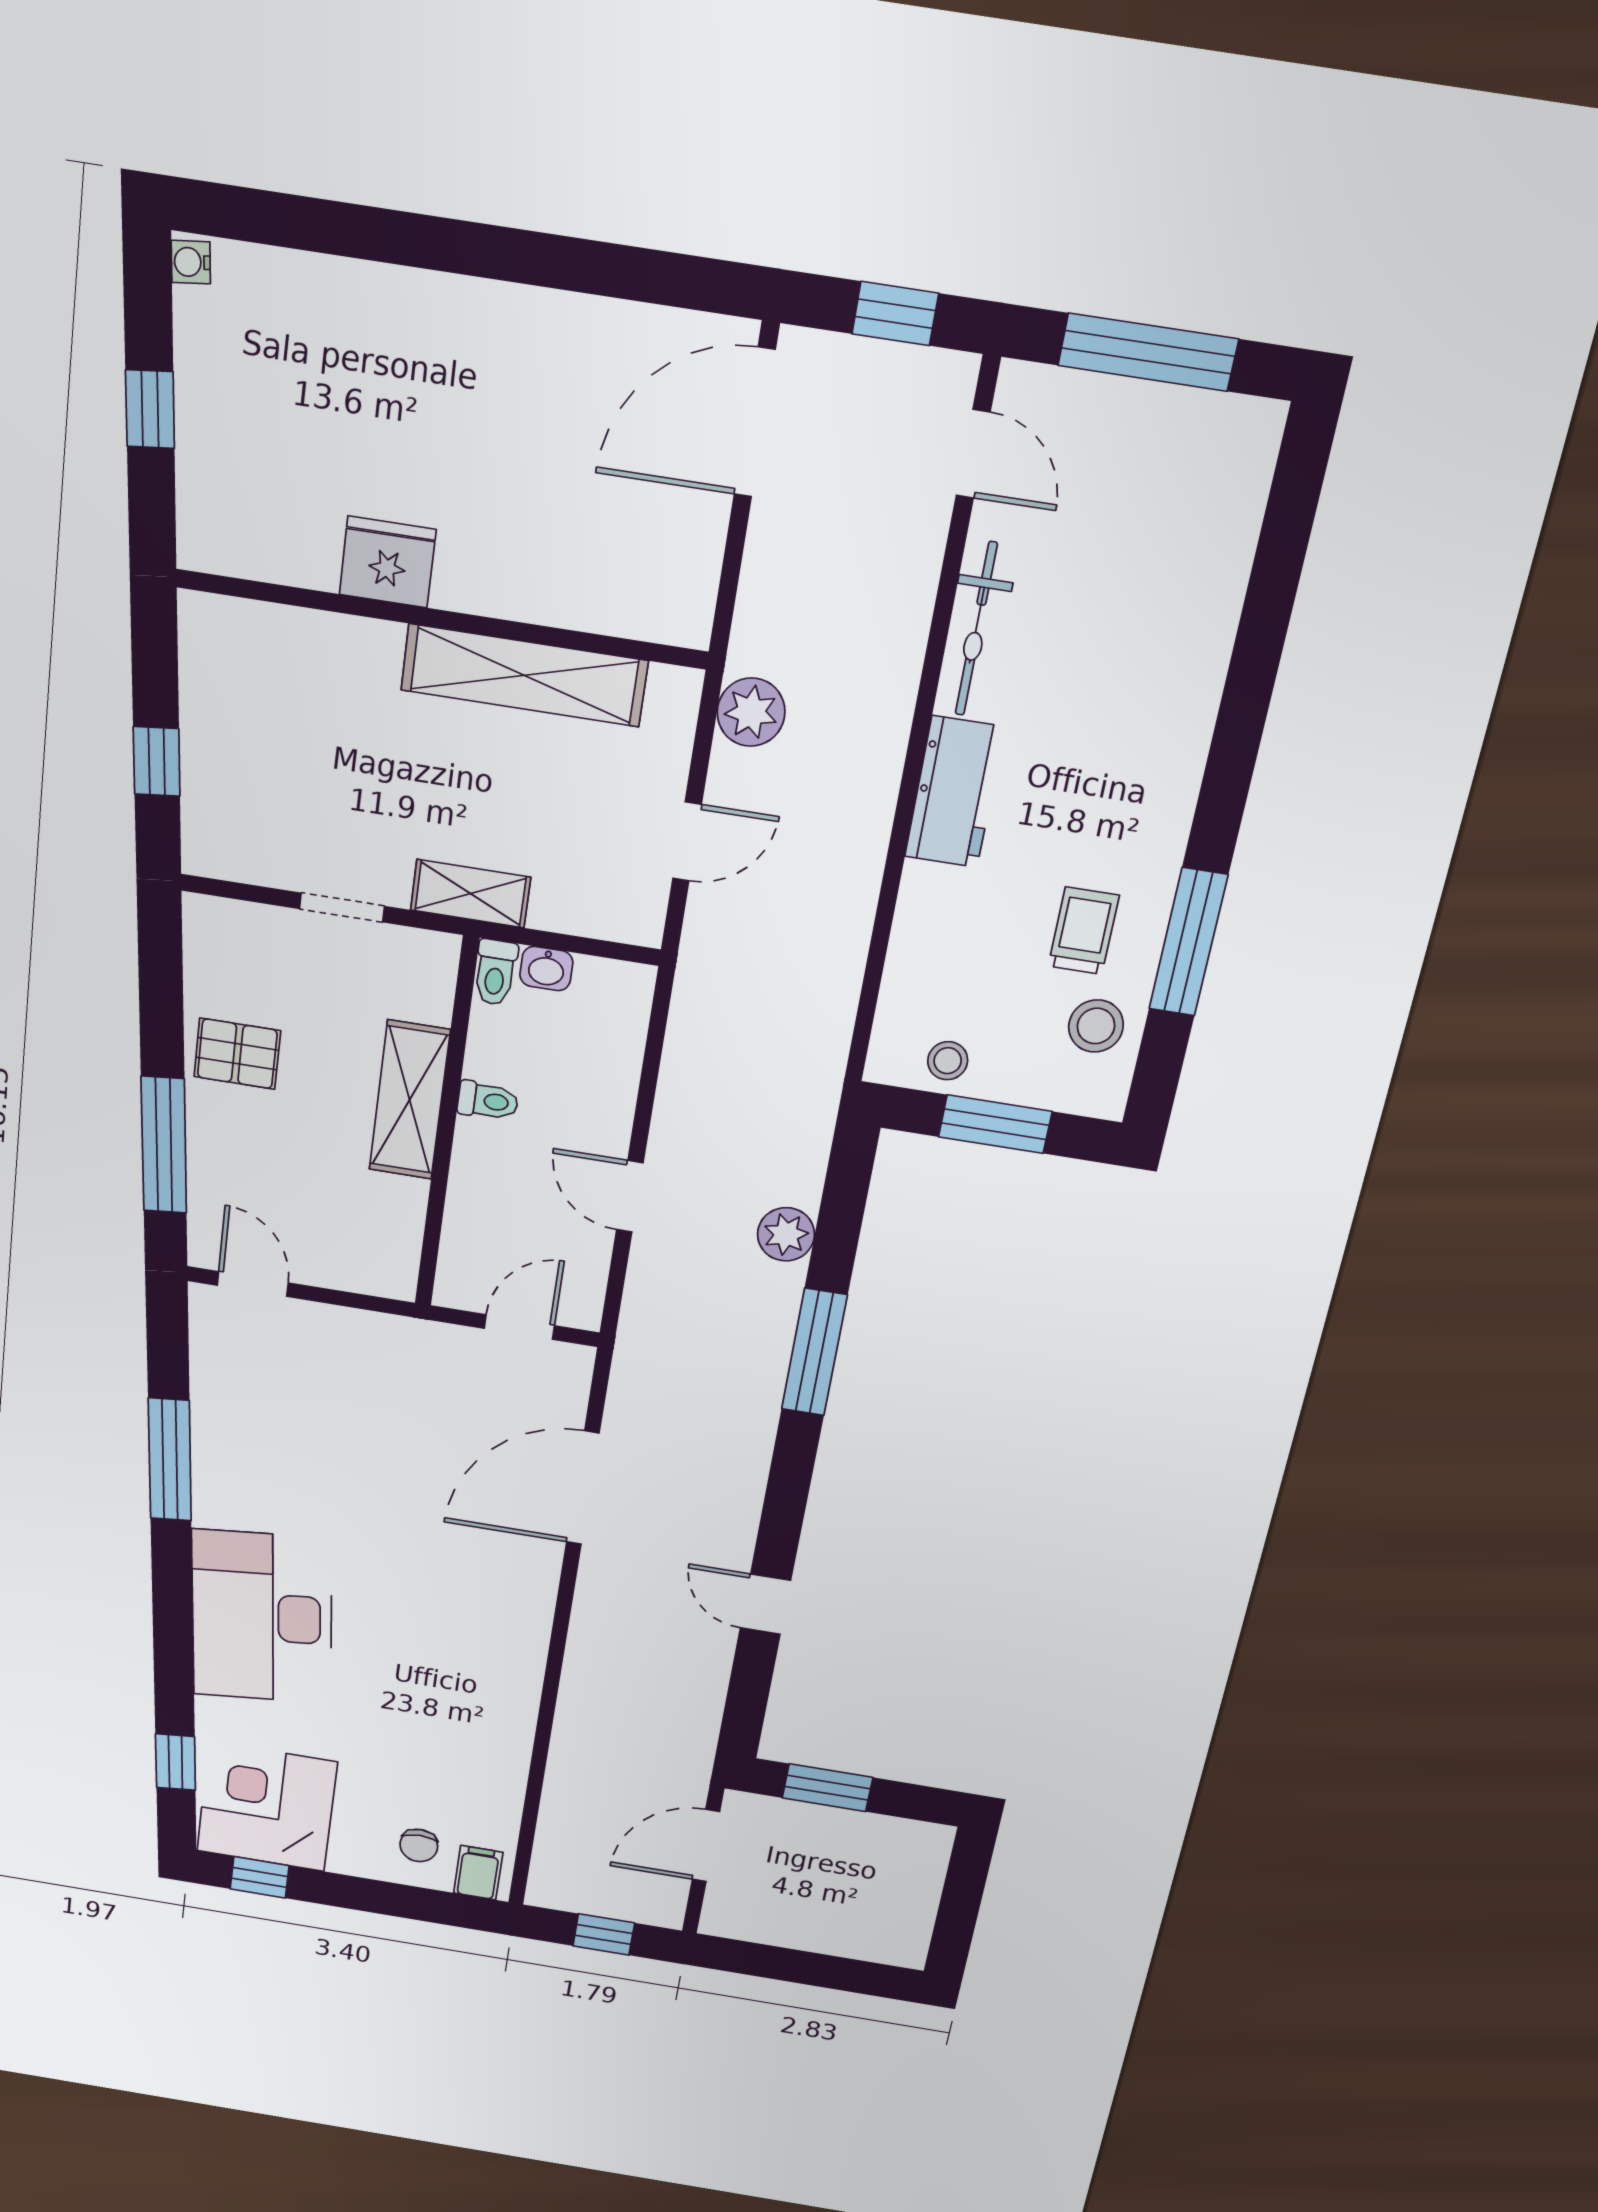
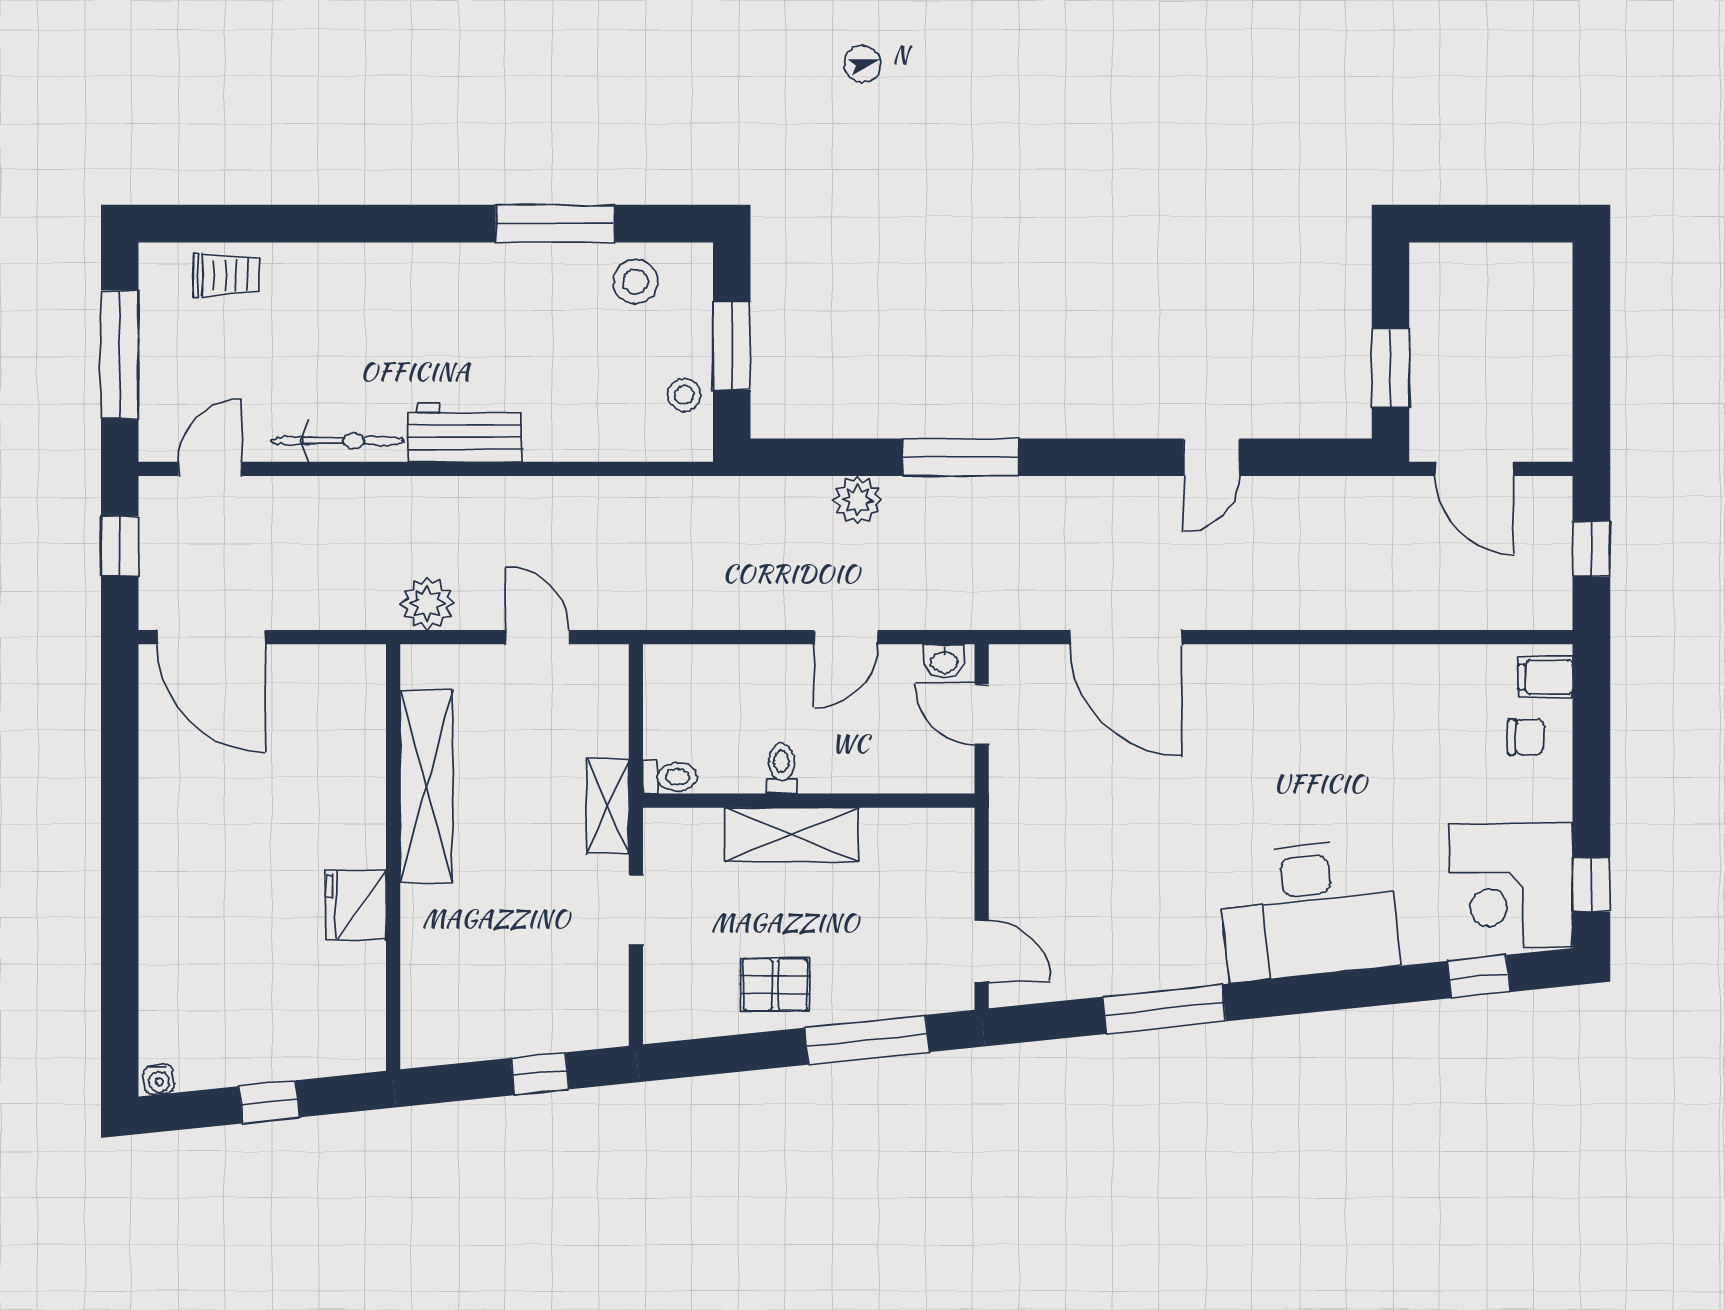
trolley: (1084, 931) -> (226, 275), moved, turned 180
washbasin: (546, 969) -> (944, 661), moved, turned 90
pallet: (237, 1054) -> (775, 984), turned 90
door: (253, 1284) -> (982, 951), swing flipped

